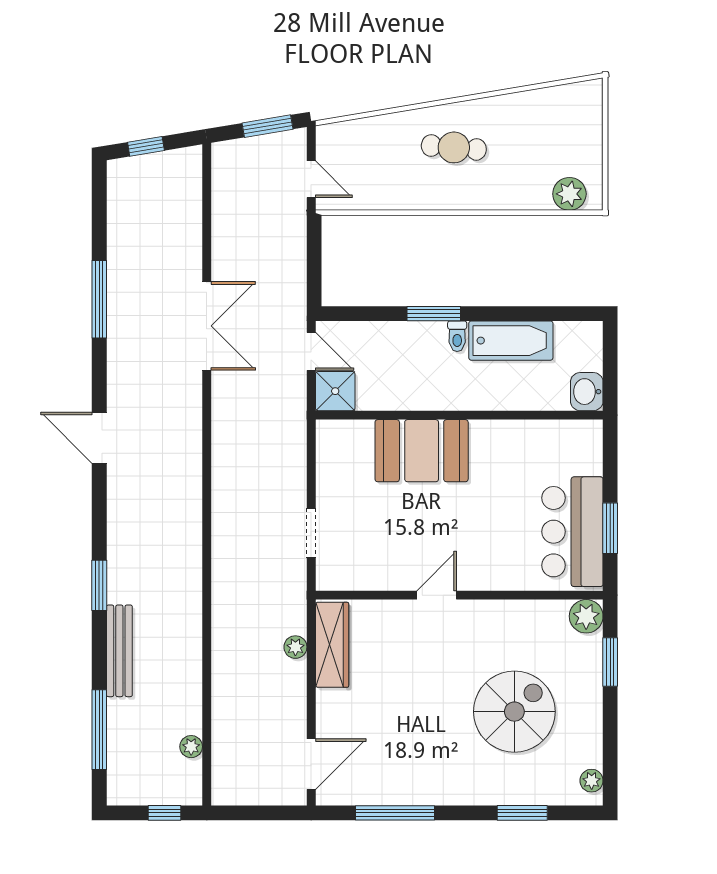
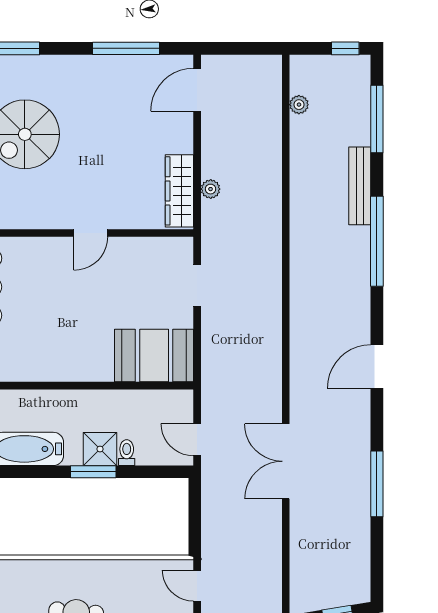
toilet: (457, 336) -> (127, 453), moved
shower: (335, 391) -> (100, 449), moved
door: (99, 438) -> (377, 366), swing flipped
booth: (422, 451) -> (154, 356), moved
window: (99, 585) -> (377, 241), width x2.11
window: (165, 813) -> (345, 48), moved

